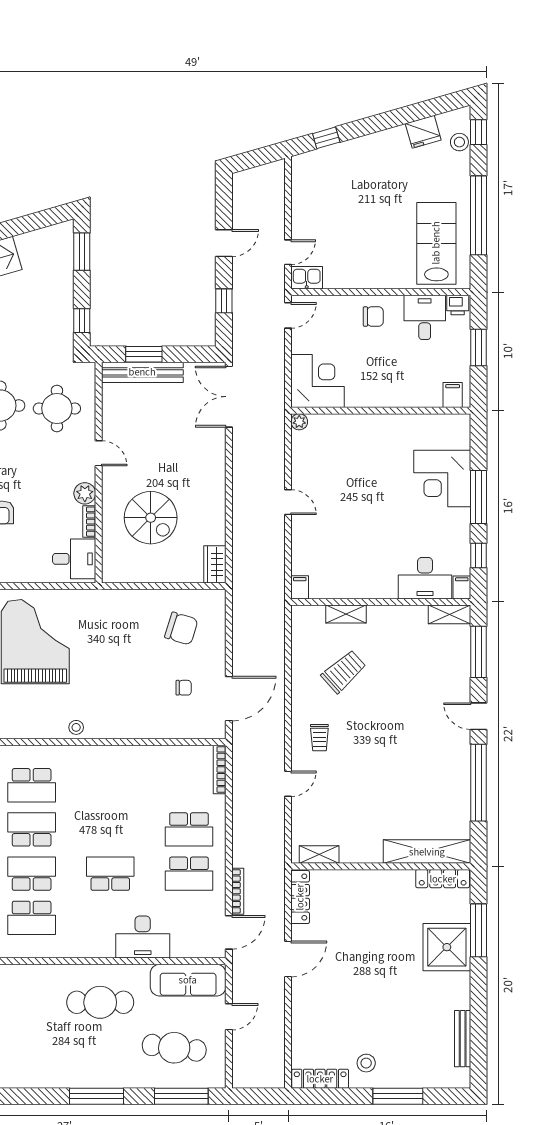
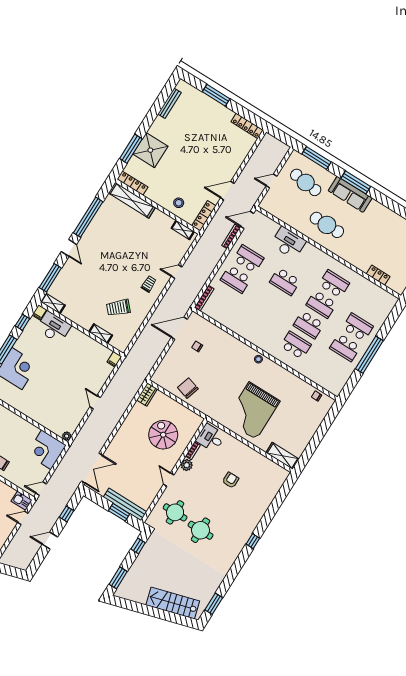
chair: (181, 629) -> (188, 388), moved
school desk: (189, 829) -> (236, 279), turned 180
sofa: (188, 980) -> (350, 194), moved, turned 180
stool: (366, 1063) -> (179, 203), moved

